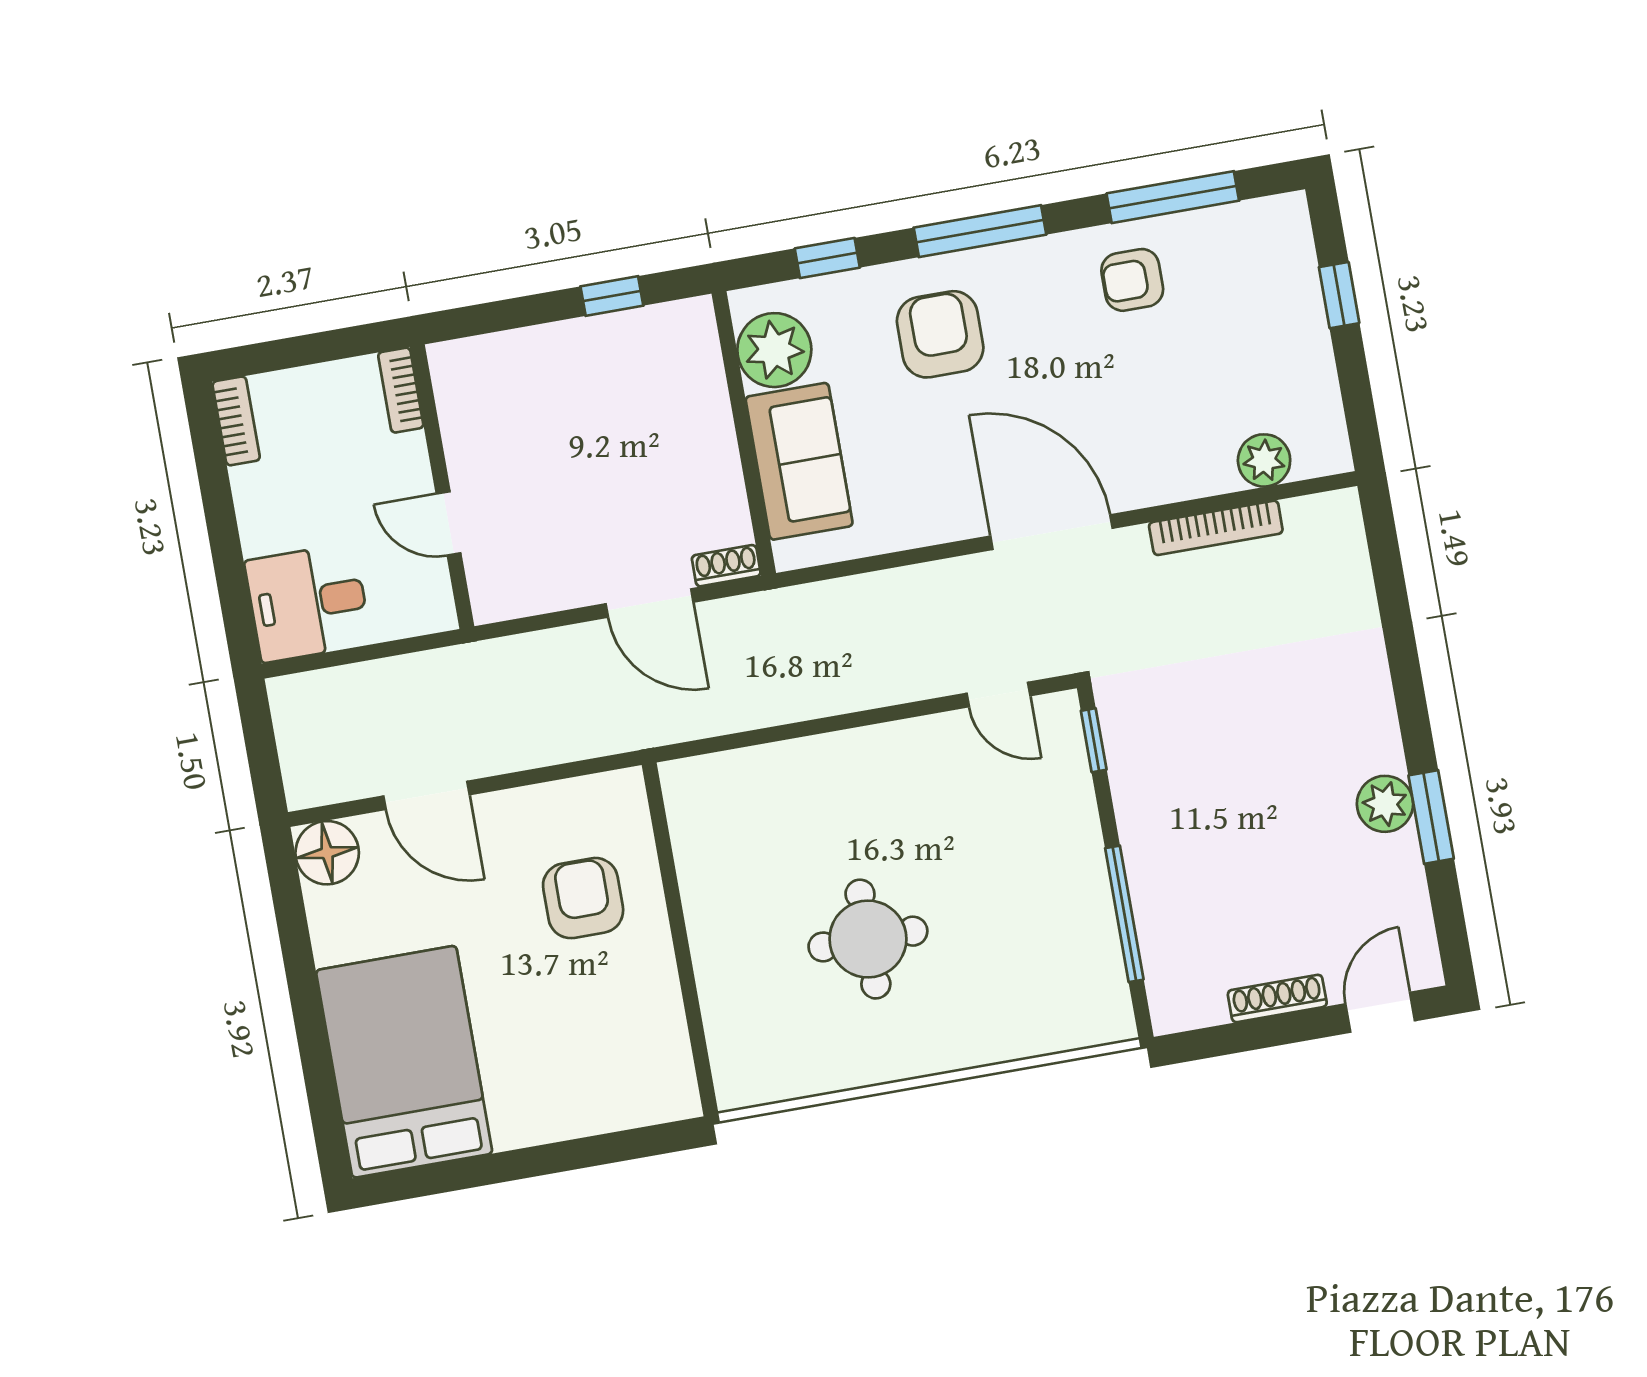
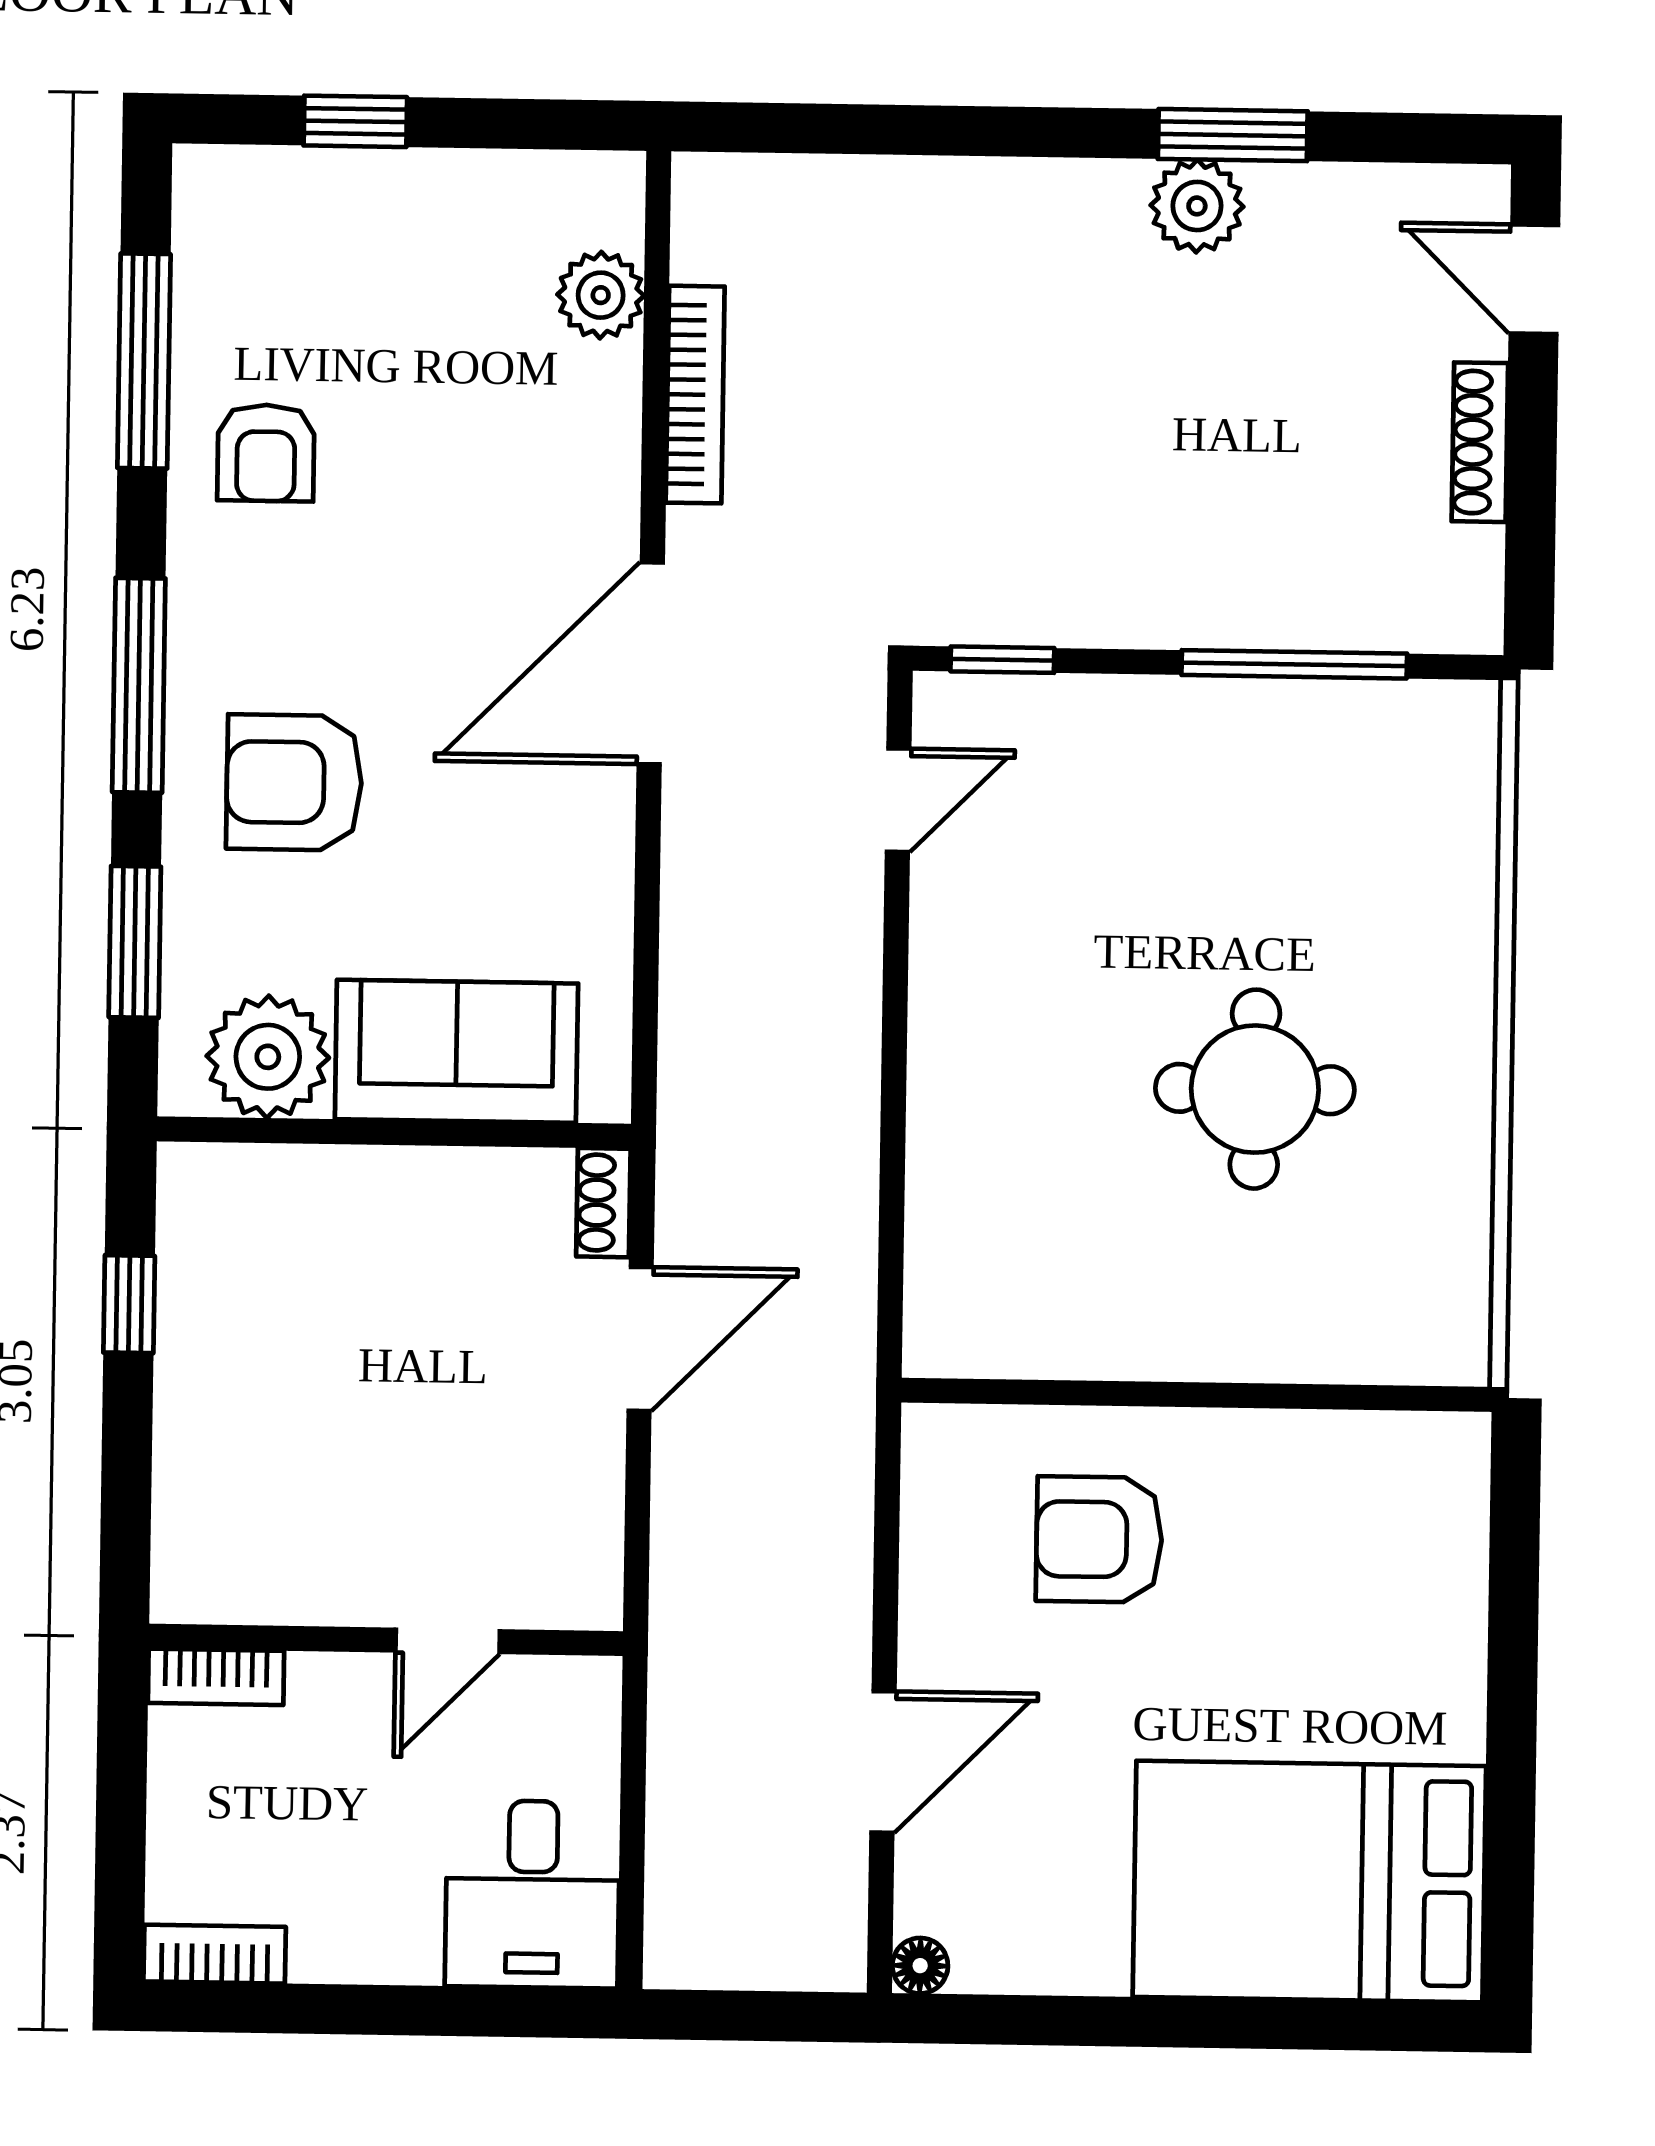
window: (827, 258) -> (135, 942), width x1.50
floor lamp: (327, 853) -> (920, 1966), width x0.53, depth x0.53

